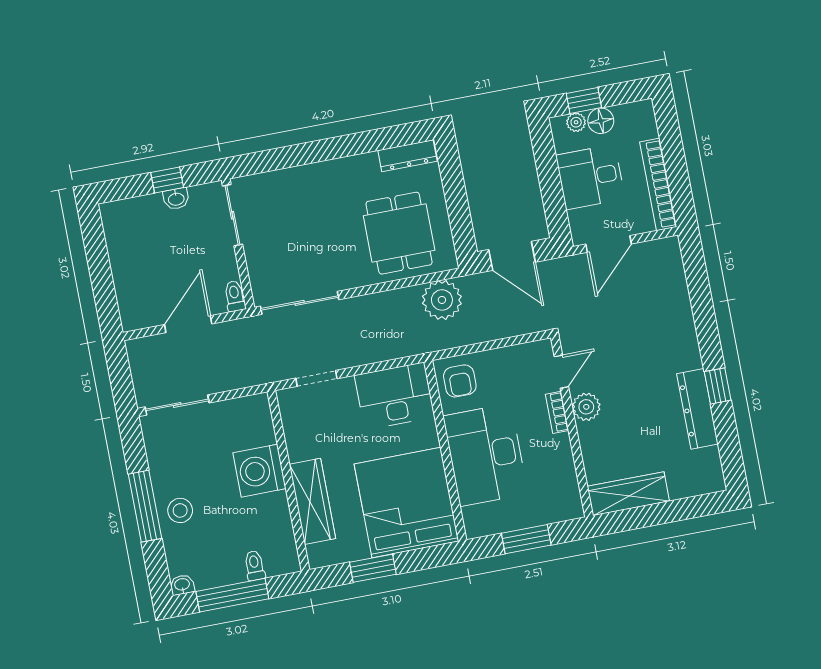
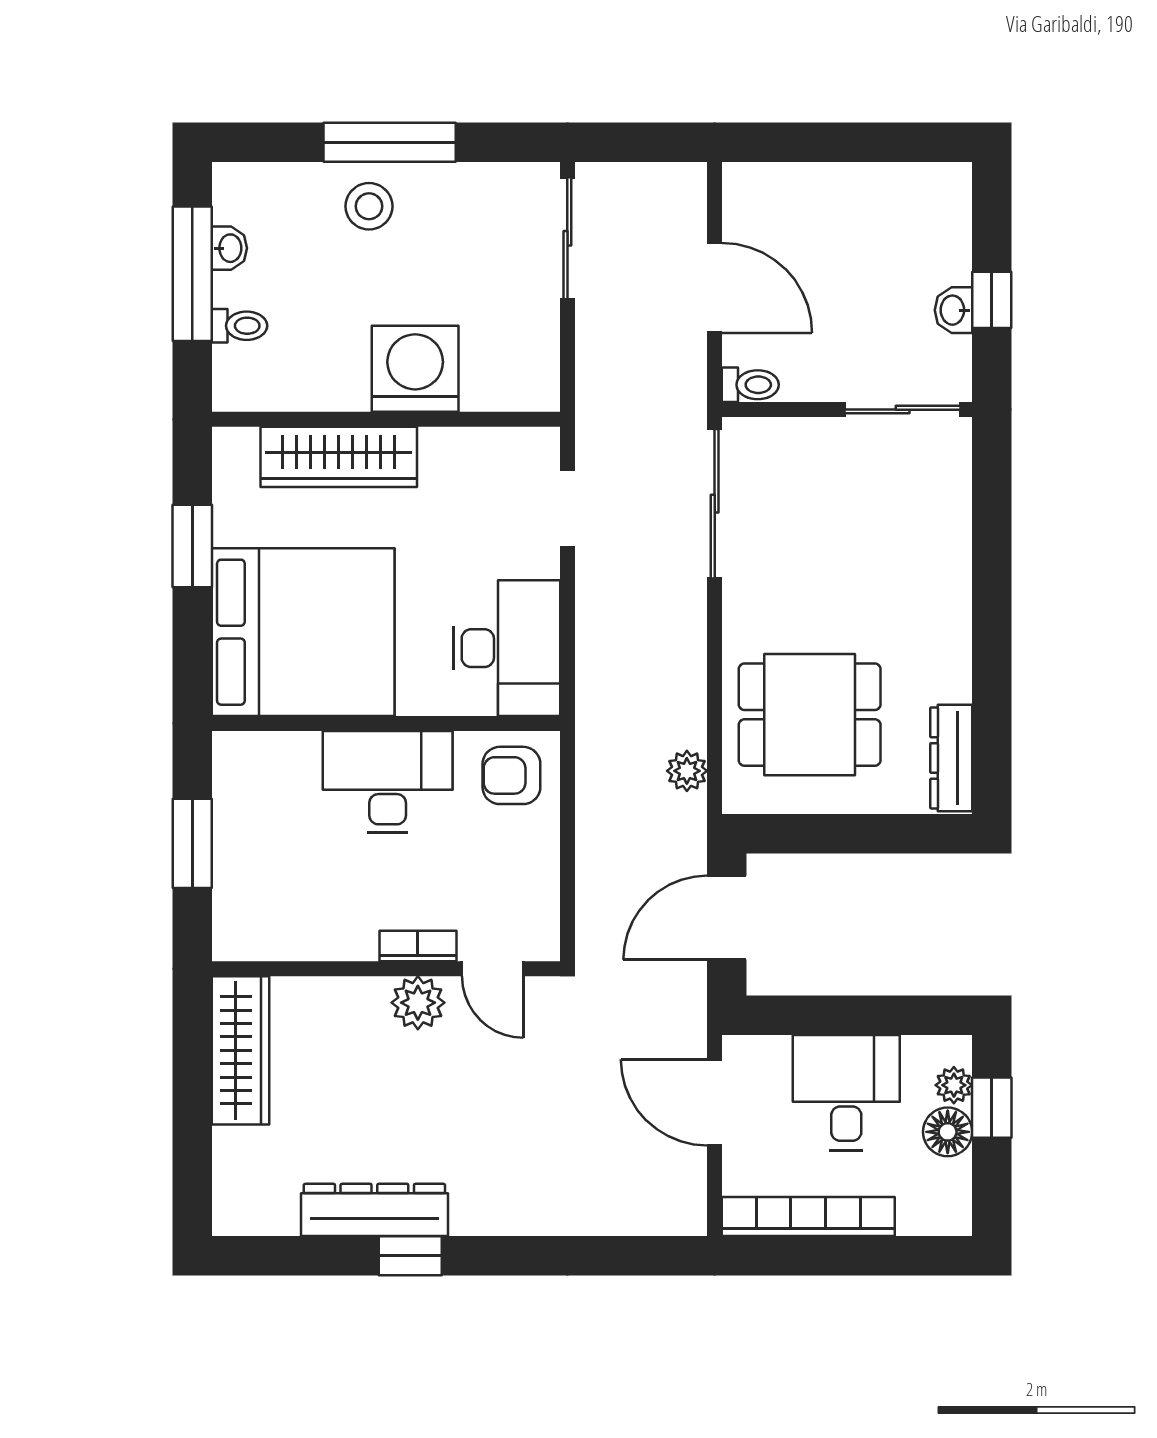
plant: (442, 300) -> (687, 771), width x0.53, depth x0.53
desk: (485, 455) -> (388, 782), width x0.73, depth x0.77
washbasin: (182, 585) -> (229, 248), moved

